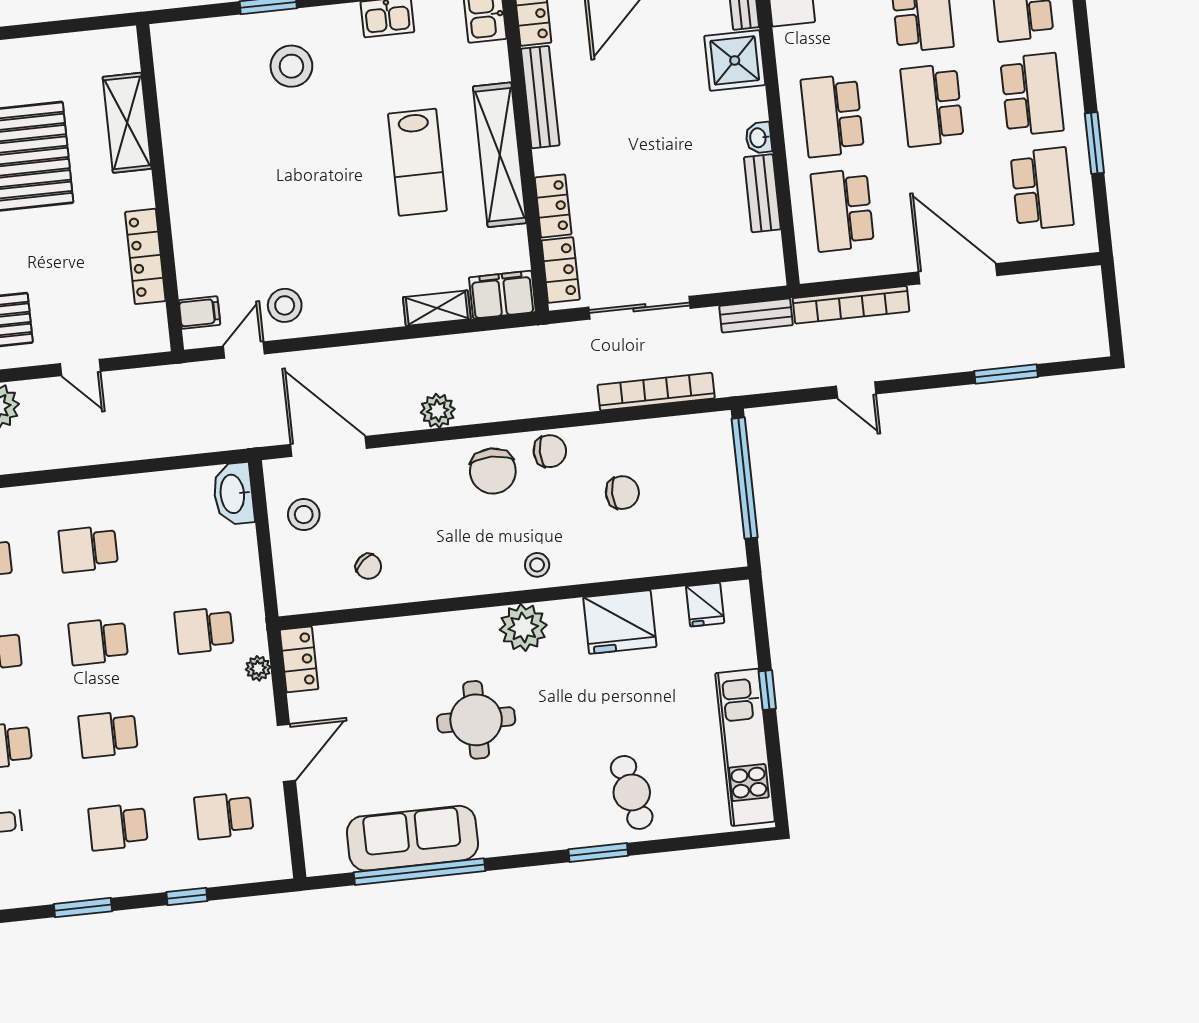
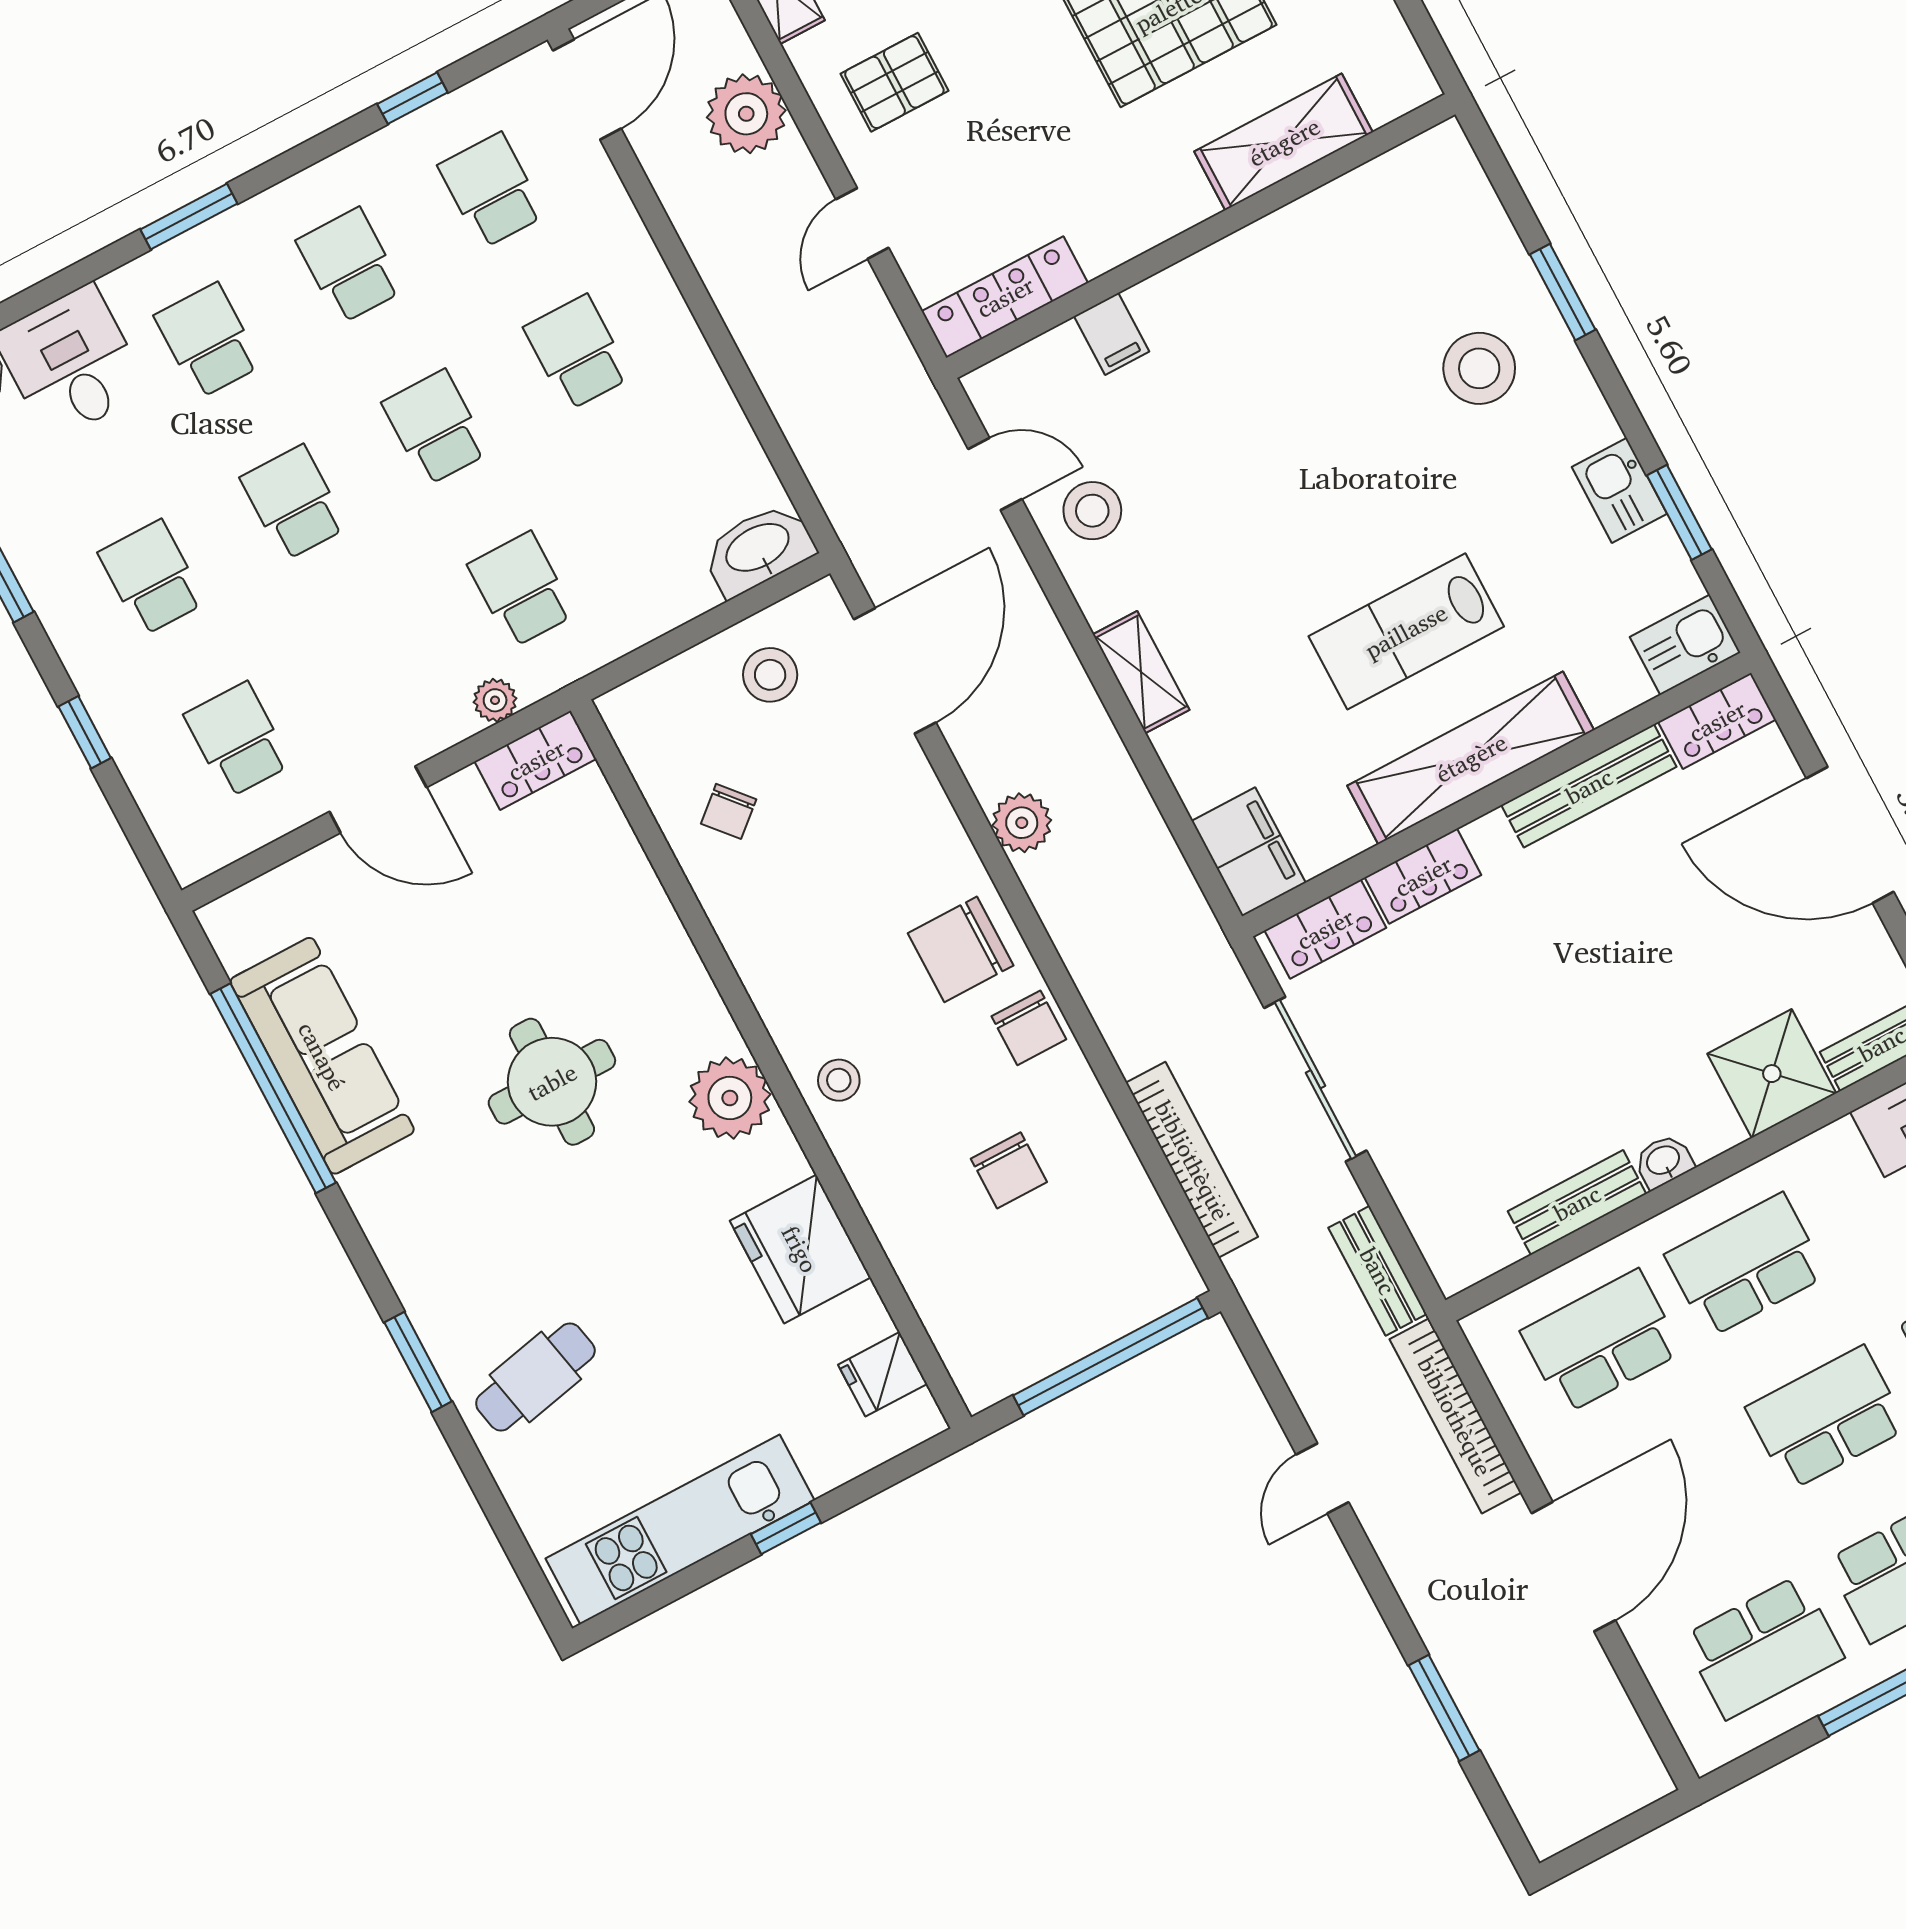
locker: (145, 256) -> (1005, 297), moved
shelving: (437, 308) -> (1141, 672), moved
filing cabinet: (200, 313) -> (1112, 334), moved

